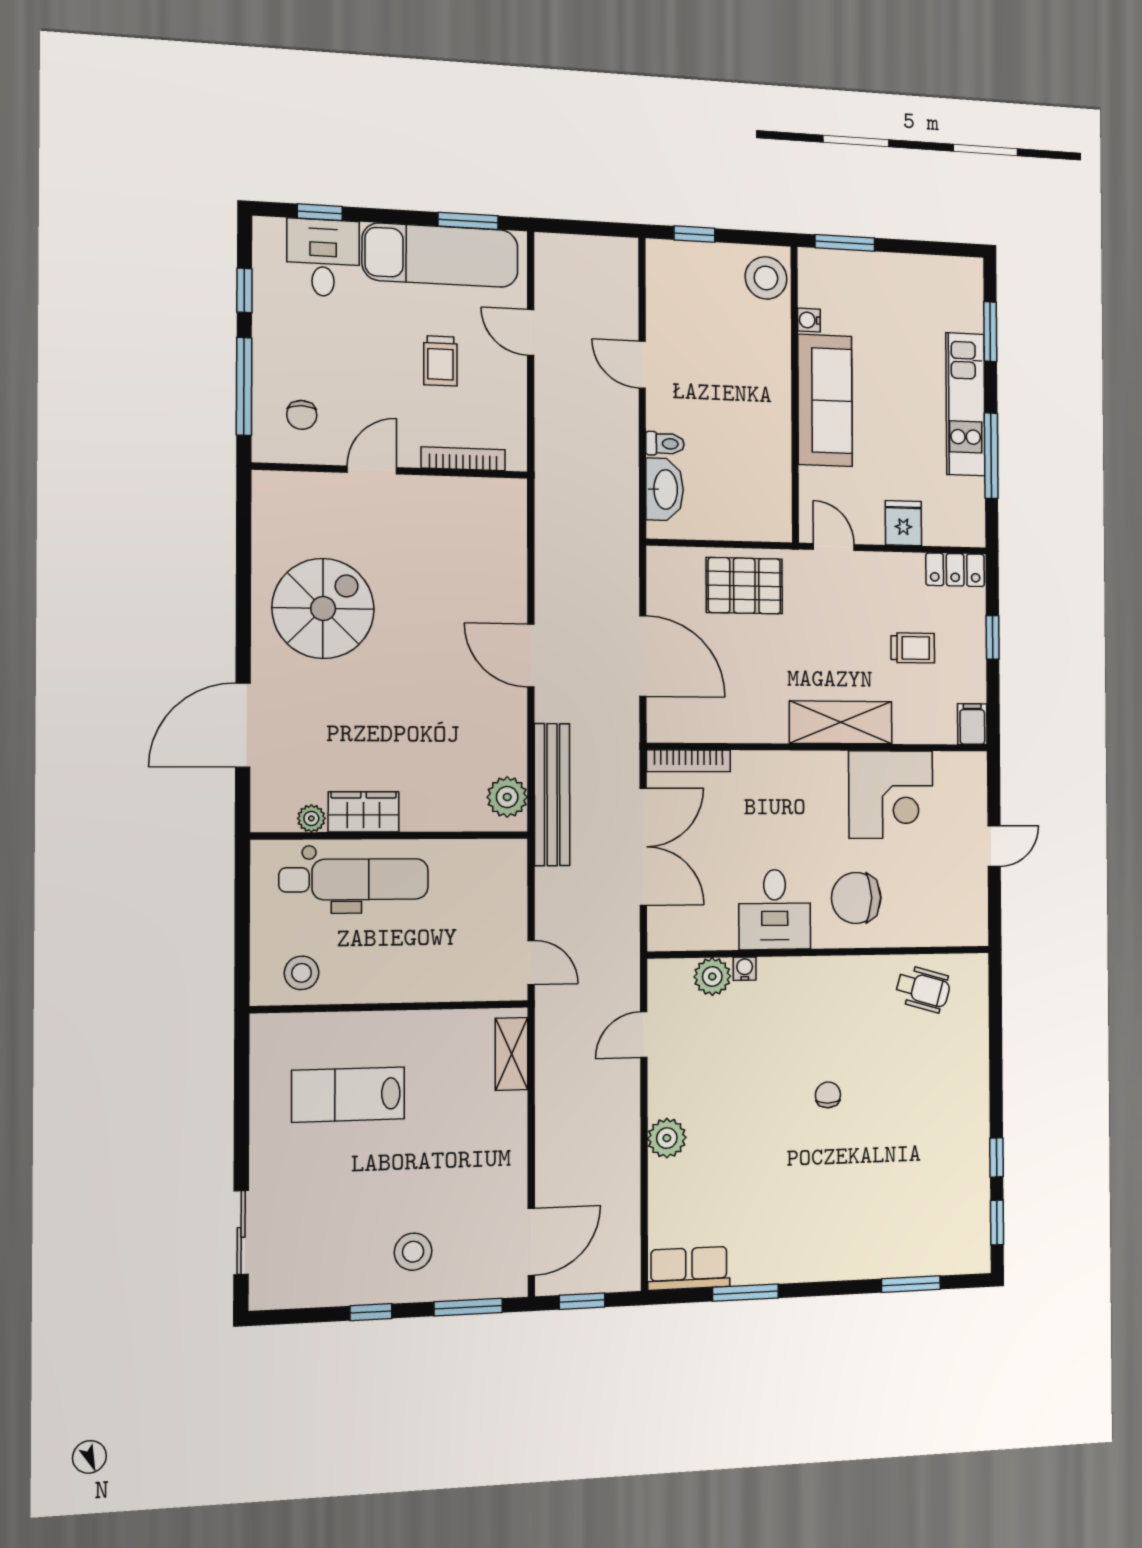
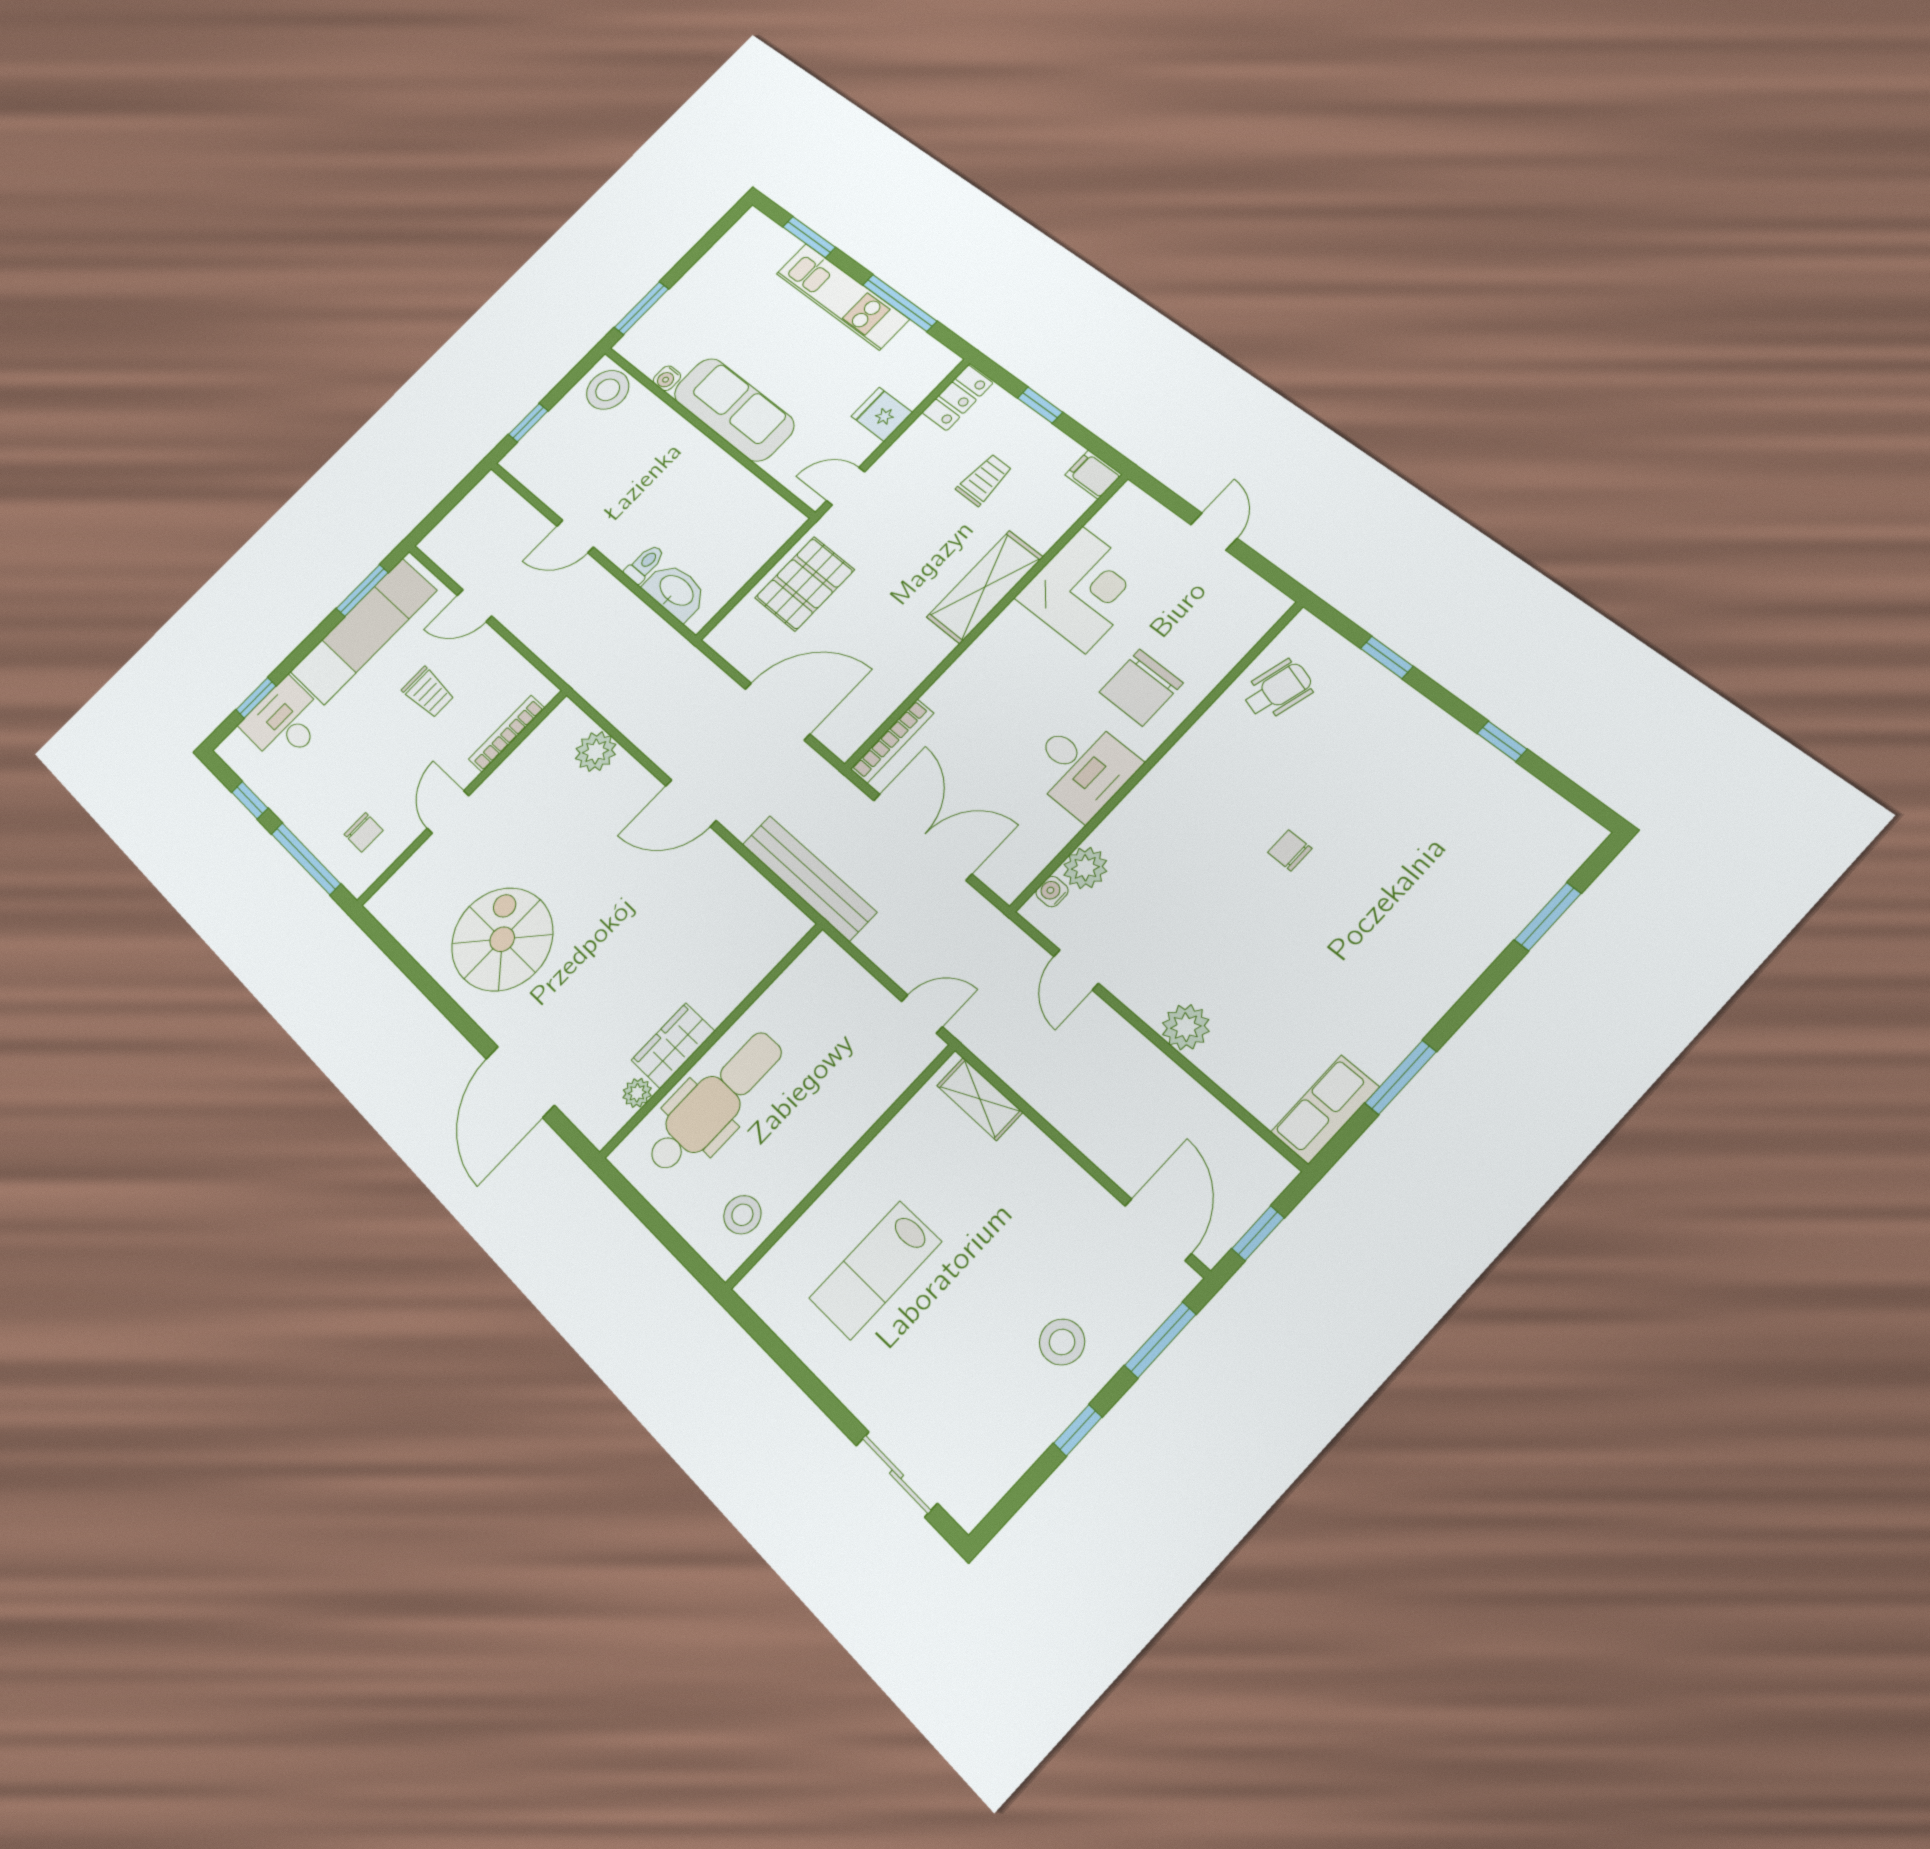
plant: (507, 797) -> (596, 752), moved
water cooler: (745, 969) -> (1052, 892), moved
window: (997, 1222) -> (1387, 657), moved

